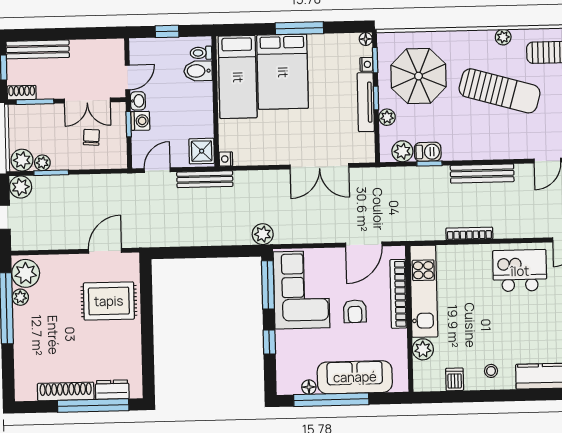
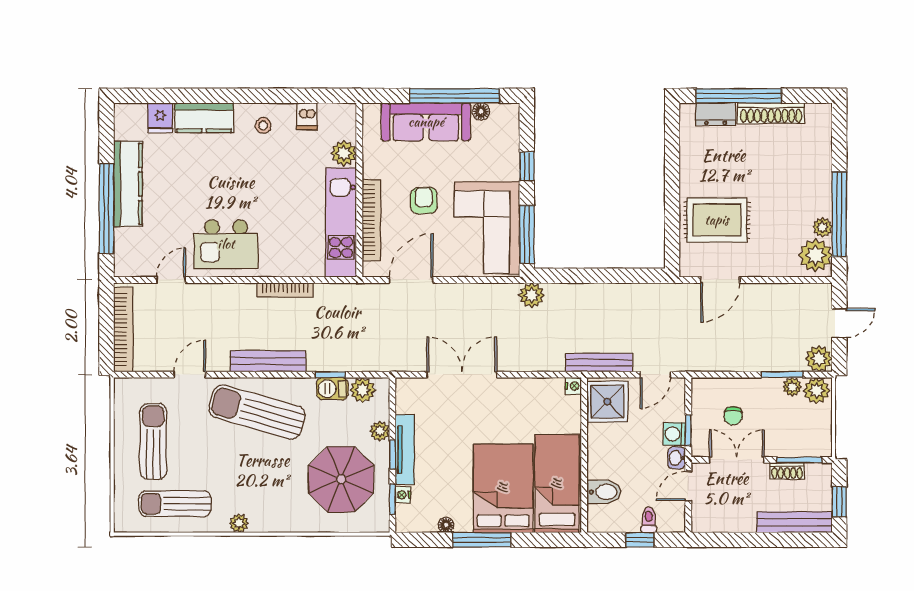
floor lamp: (366, 39) -> (446, 525), moved
toilet: (201, 53) -> (649, 520), moved, turned -90
sun lounger: (500, 91) -> (257, 412), moved
shoe rack: (22, 93) -> (787, 471), moved
shower: (202, 151) -> (607, 402), width x1.36, depth x1.36

